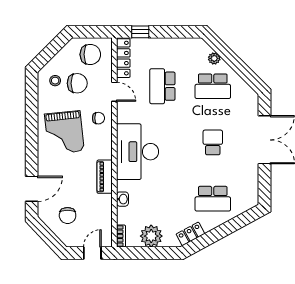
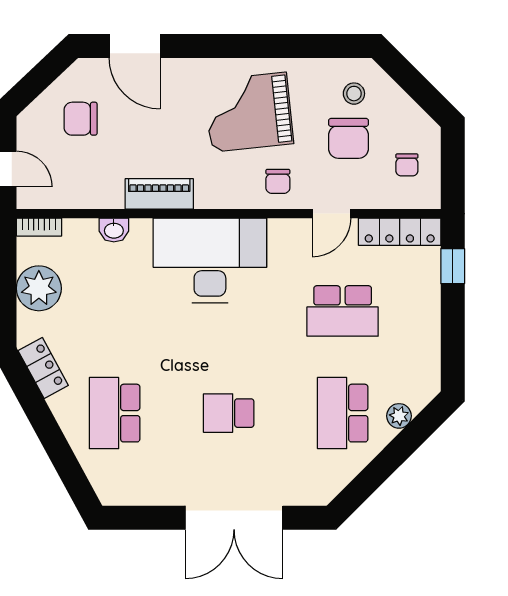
chair: (90, 54) -> (407, 165), width x0.54, depth x0.54
school desk: (162, 86) -> (343, 311), turned 180
school desk: (213, 142) -> (229, 413), turned 180

